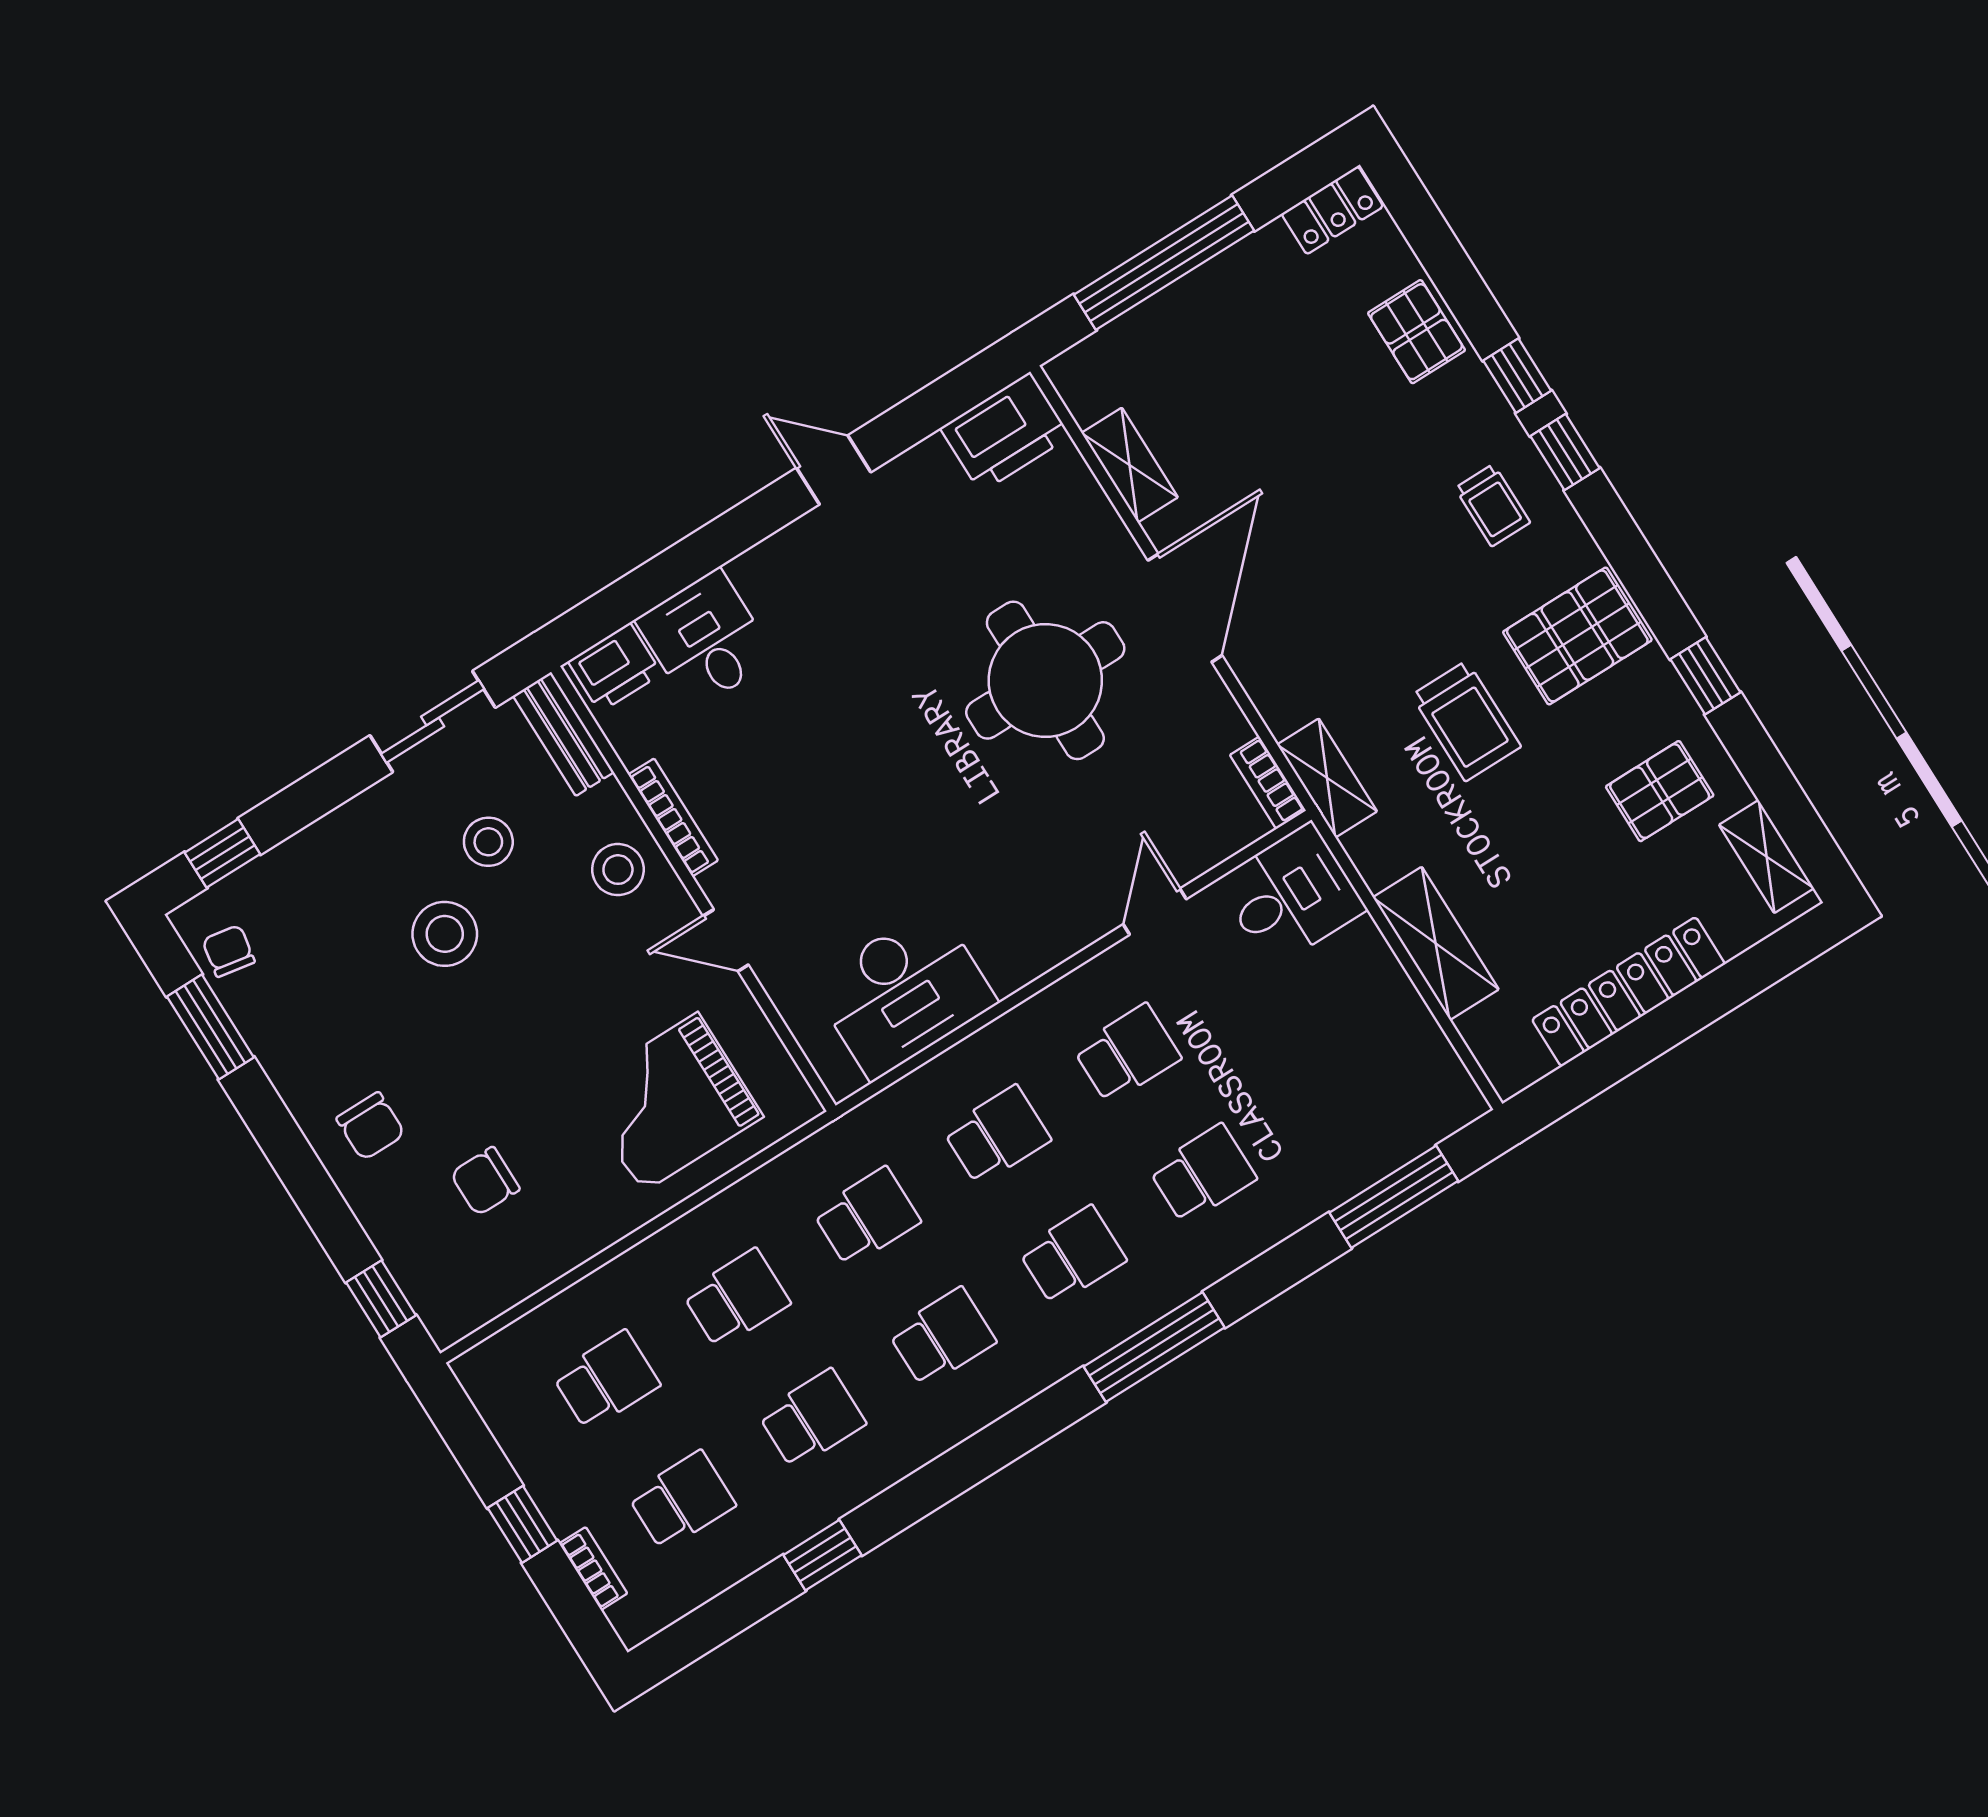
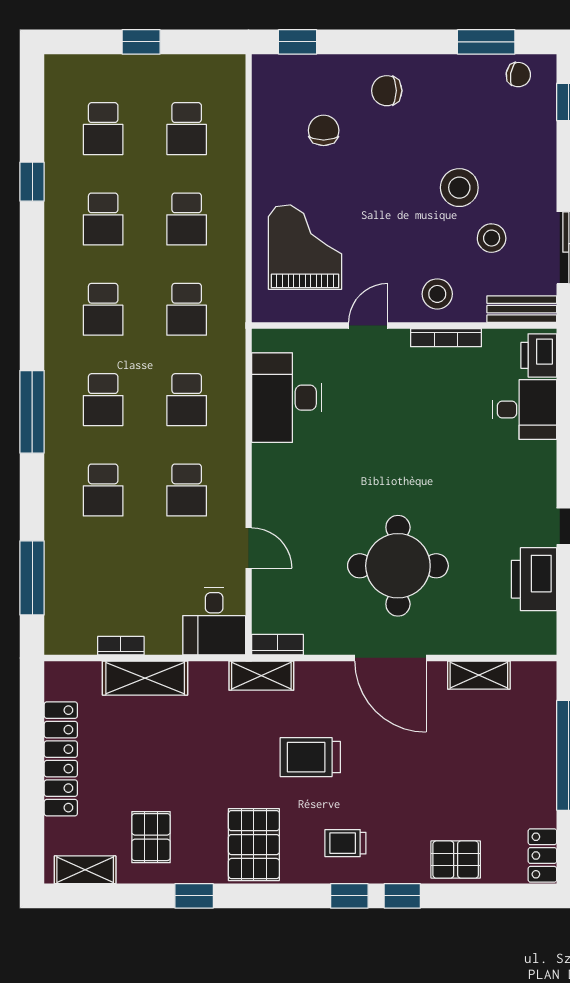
printer: (1005, 432) -> (534, 579), moved
trolley: (1466, 721) -> (310, 757), moved
bookcase: (593, 1568) -> (121, 646), moved, turned 180

